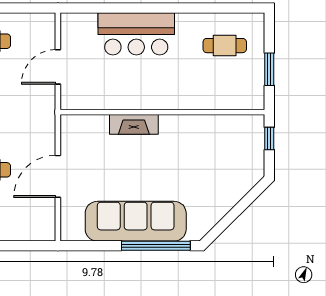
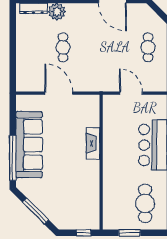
cafe table: (225, 46) -> (145, 203), width x1.37, depth x1.35
window: (236, 211) -> (36, 211), added

